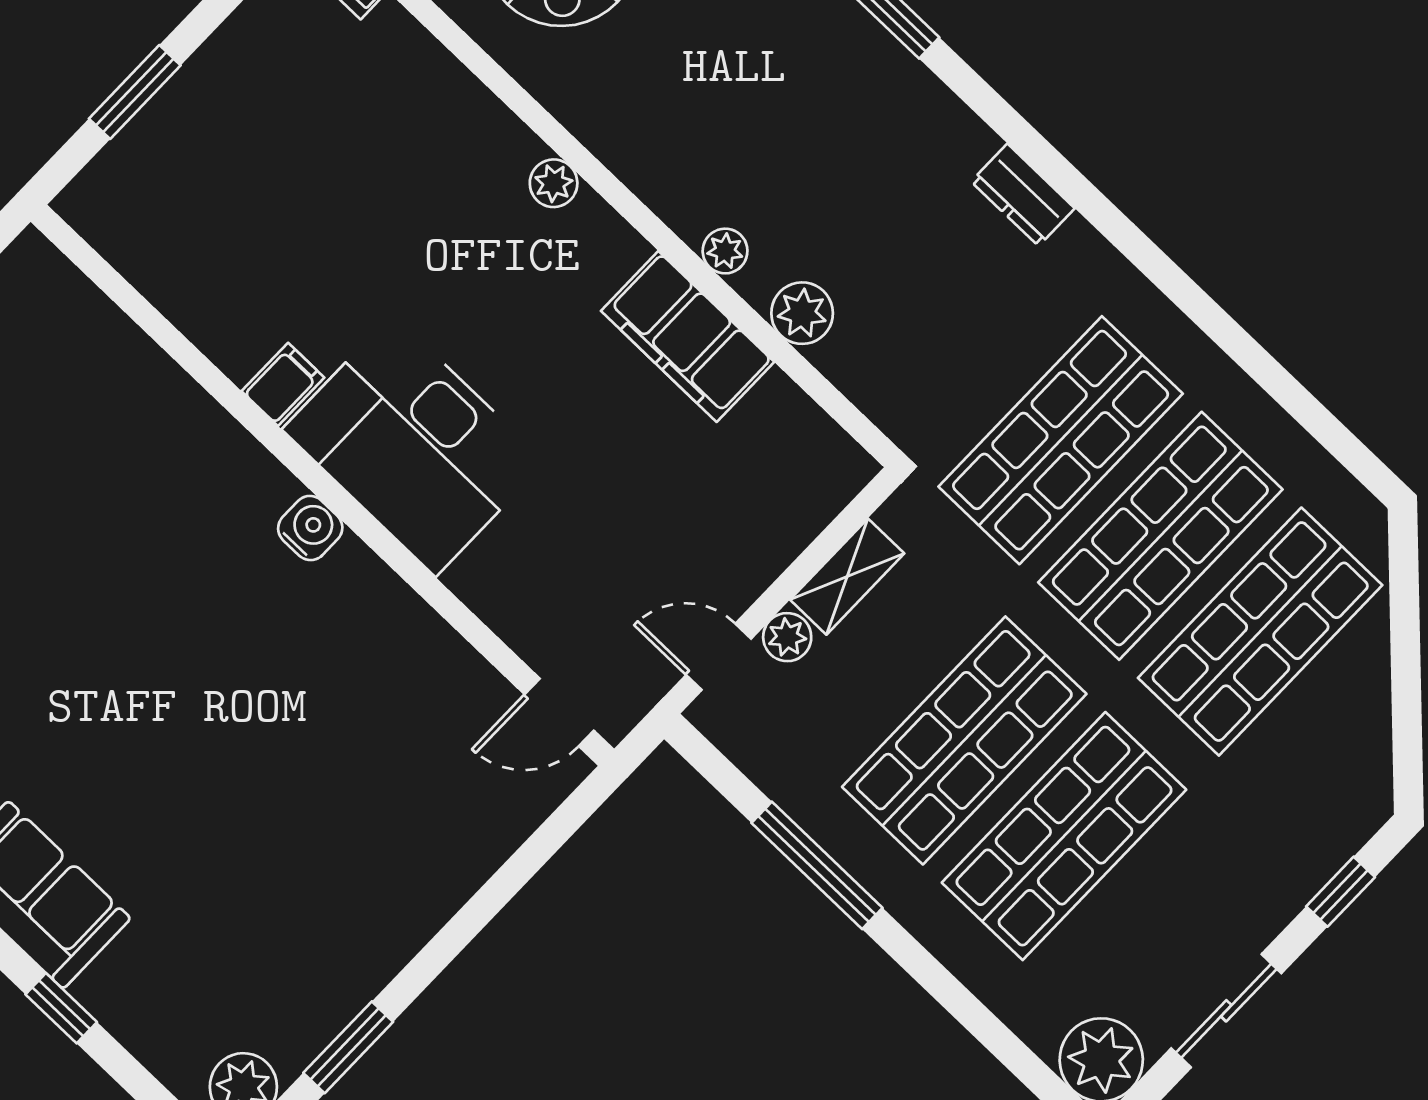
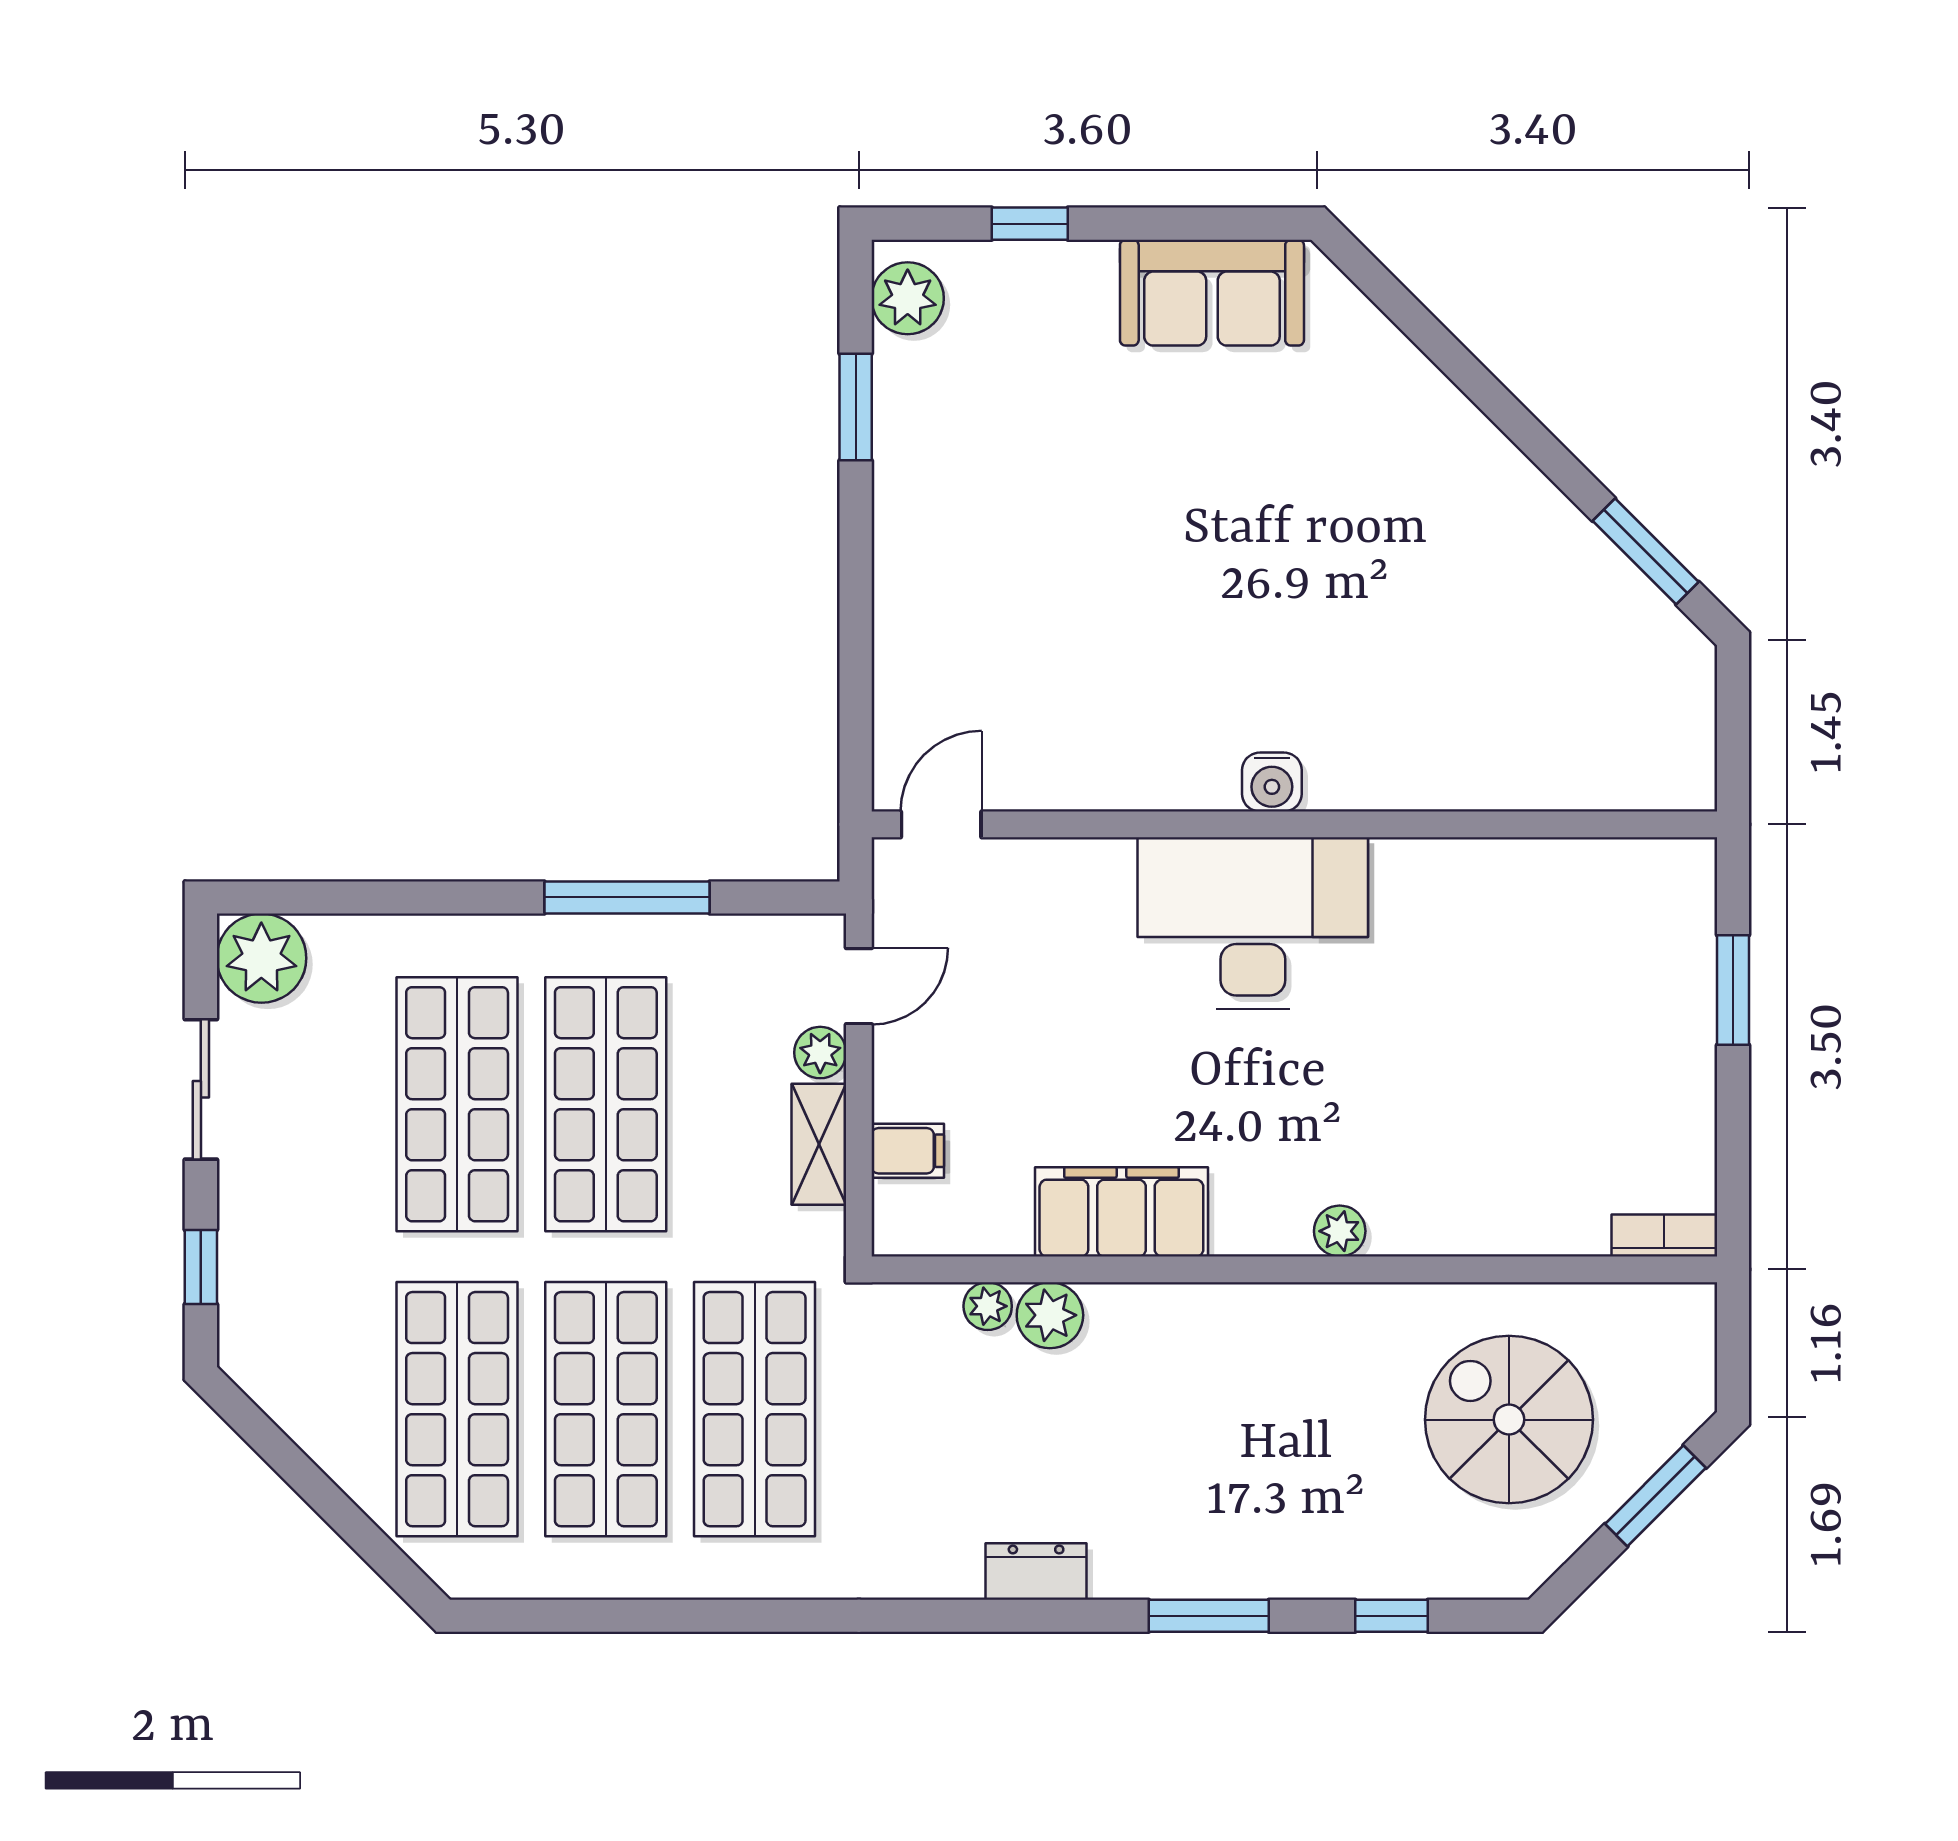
dresser: (1023, 195) -> (1036, 1572), moved
plant: (725, 251) -> (988, 1306), moved
filing cabinet: (283, 384) -> (908, 1151), moved, turned -90
window: (61, 1008) -> (1030, 224), moved

